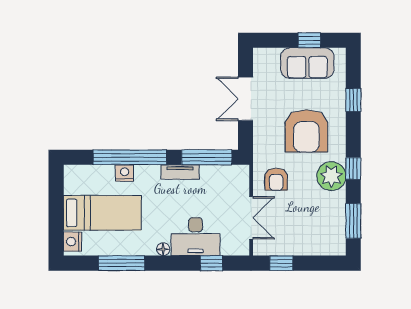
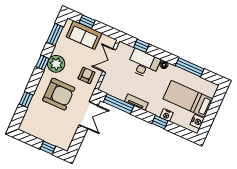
window: (309, 40) -> (48, 148), moved
sofa: (307, 63) -> (84, 35), moved, turned 180
double door: (246, 99) -> (88, 115), moved
armchair: (306, 131) -> (59, 94), turned 90
window: (130, 157) -> (160, 122), width x0.32
nightstand: (73, 242) -> (197, 121), moved
window: (281, 263) -> (87, 22), moved

